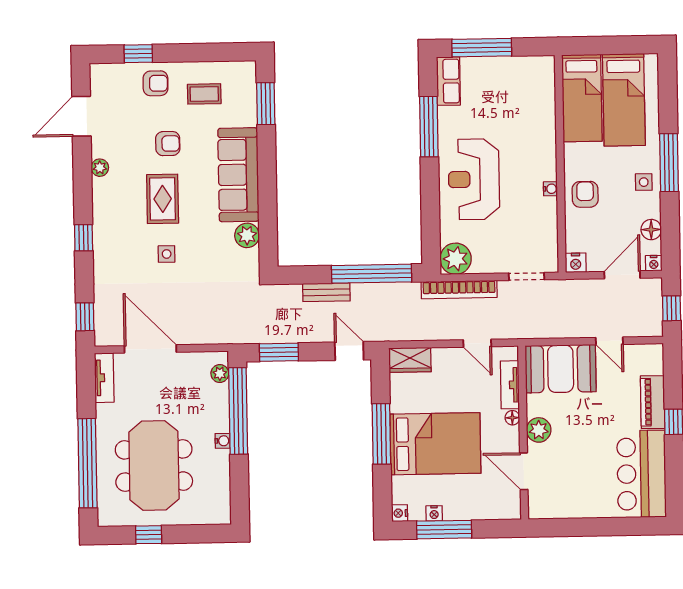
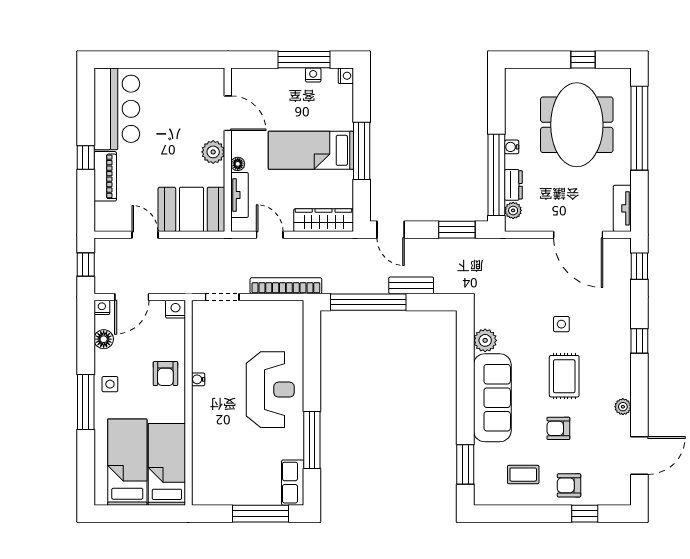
plant: (456, 259) -> (289, 315), removed
wardrobe: (410, 360) -> (324, 220), width x1.50
dresser: (220, 401) -> (513, 185), added
bed: (435, 444) -> (311, 150), width x0.67

